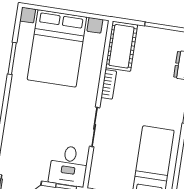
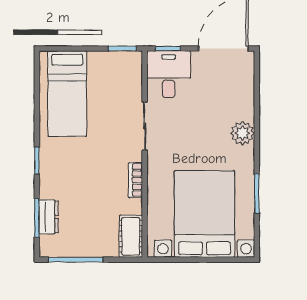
cot: (122, 46) -> (131, 236), width x0.73, depth x0.75
plant: (16, 109) -> (243, 133), added

